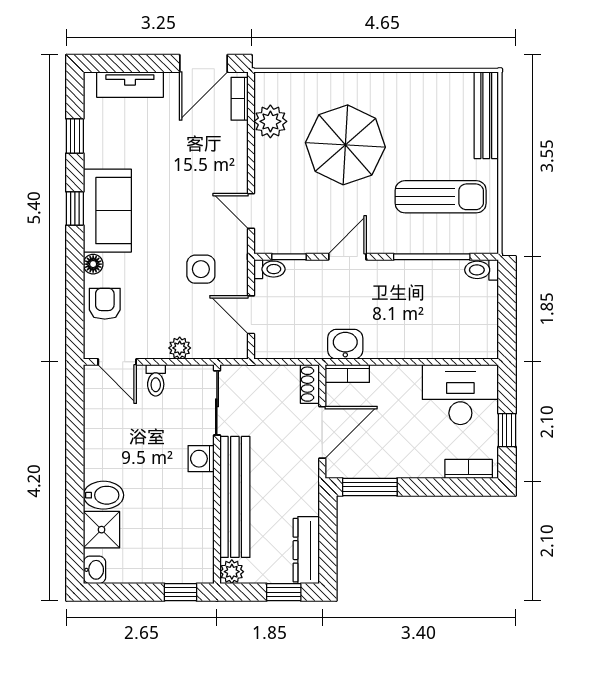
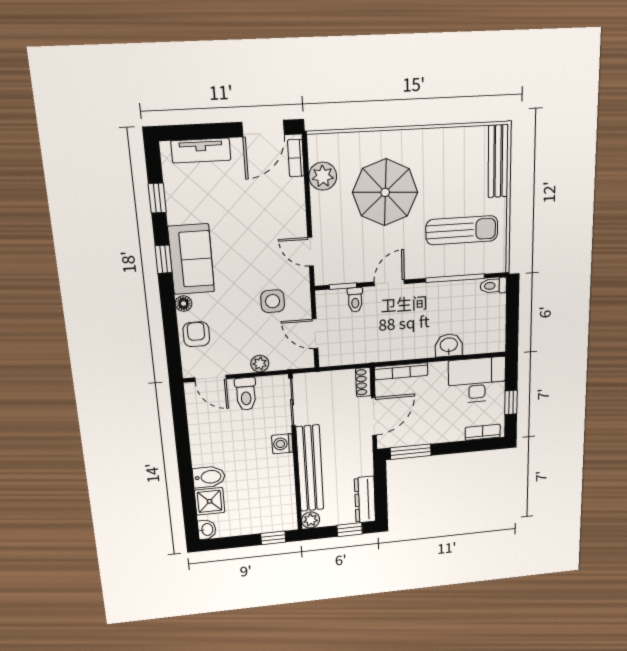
toilet: (269, 269) -> (355, 300), moved, turned 90
washbasin: (345, 344) -> (449, 345), moved
bookcase: (347, 374) -> (401, 371), width x1.56
toilet: (156, 380) -> (246, 394), width x1.37, depth x1.39

